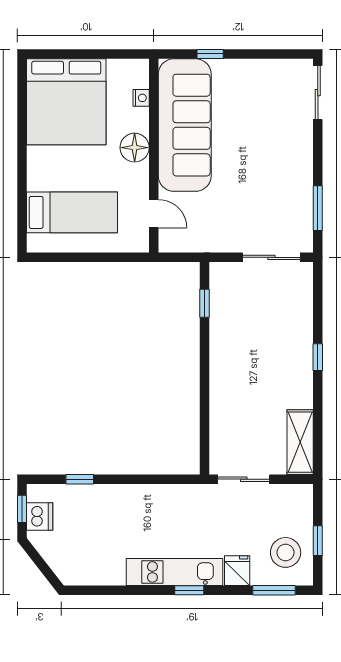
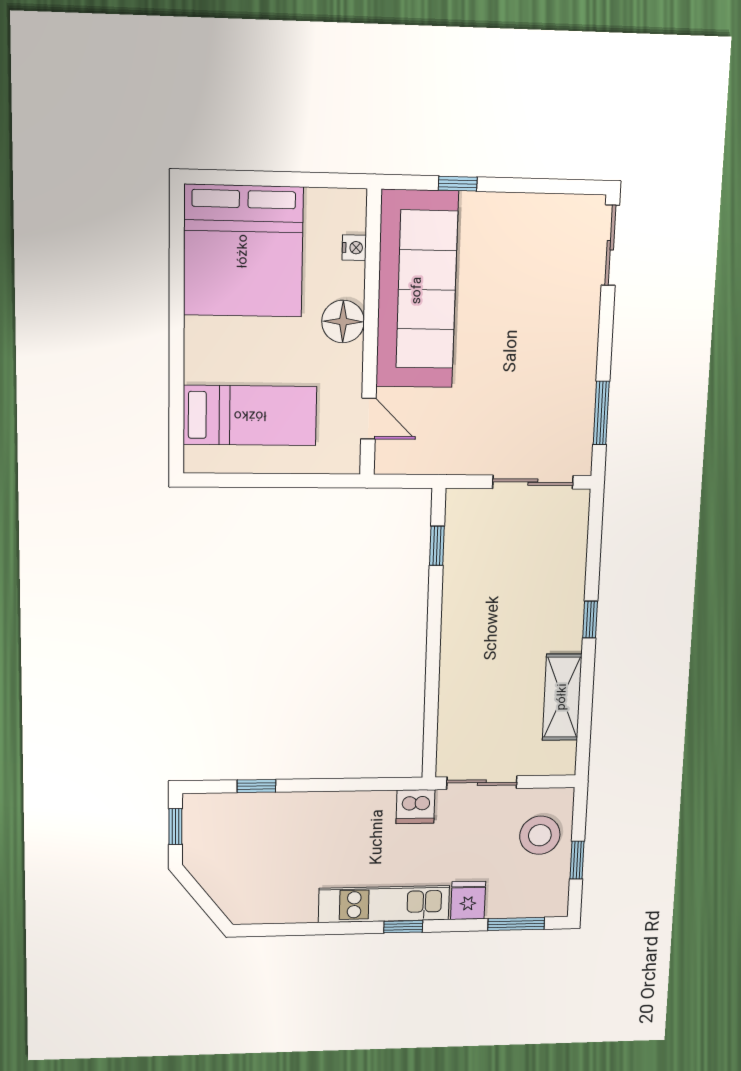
shelving: (300, 442) -> (562, 697), moved
dishwasher: (40, 517) -> (415, 807), moved, turned 90
stool: (286, 552) -> (540, 835), moved

